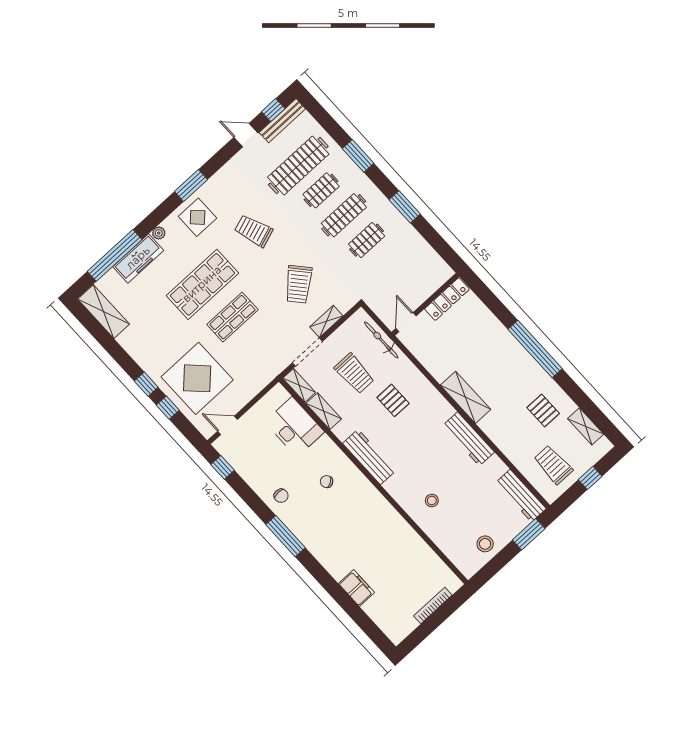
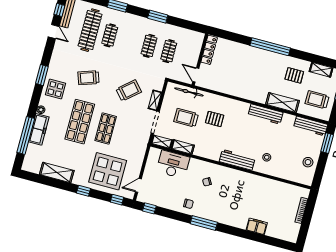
door: (246, 135) -> (54, 32), swing flipped
clothes rail: (344, 215) -> (169, 51), moved, width x0.73
trolley: (299, 284) -> (129, 90), turned -90
shelving: (104, 312) -> (57, 173), moved
trolley: (354, 373) -> (186, 118), turned 180
shelving: (465, 397) -> (283, 102), moved
window: (168, 408) -> (117, 200), moved
workbench: (369, 457) -> (237, 160), moved

